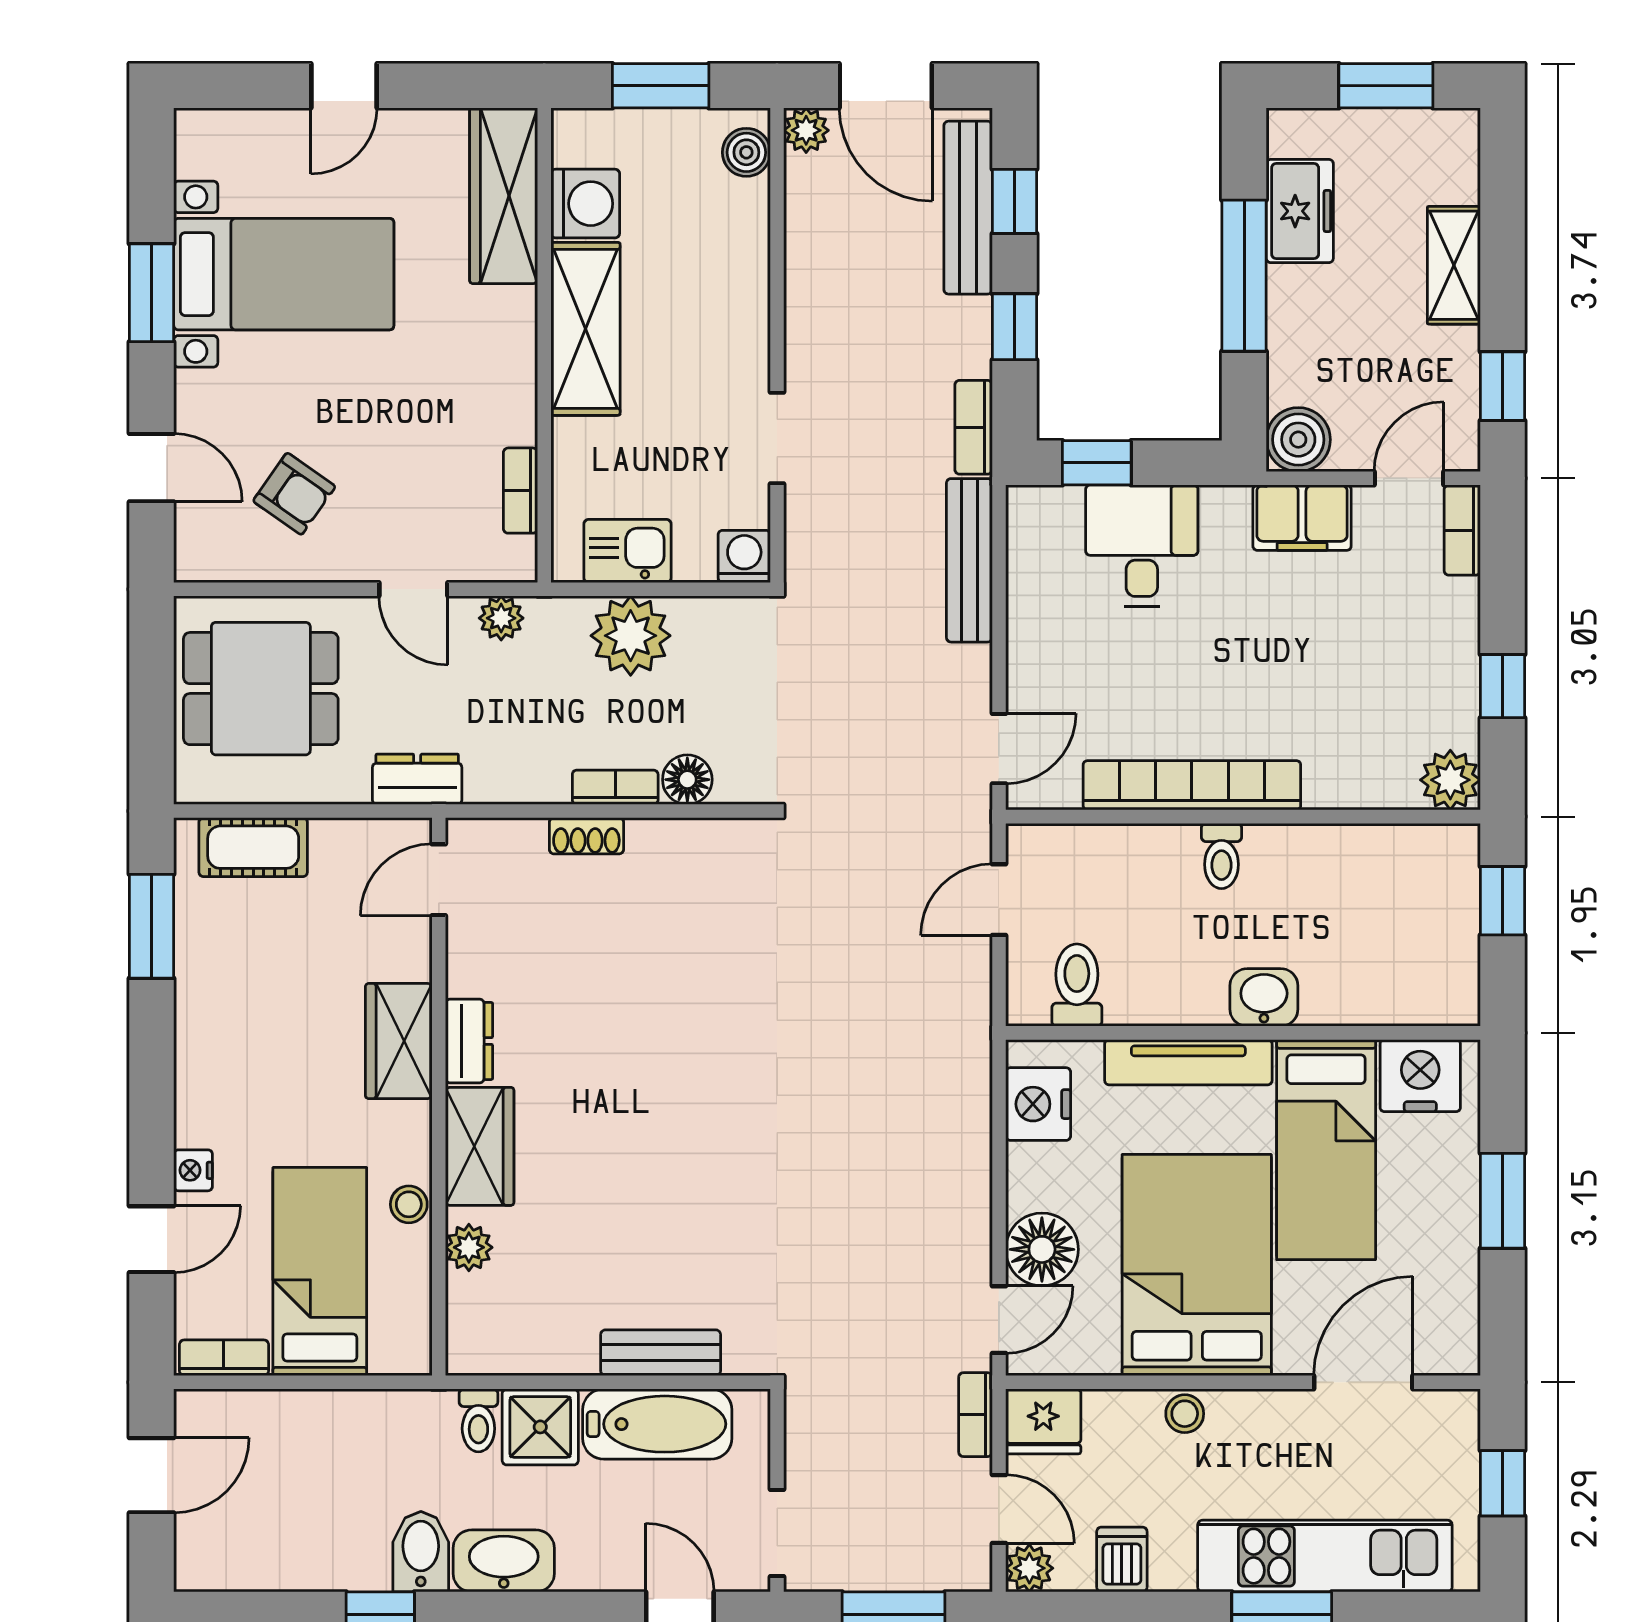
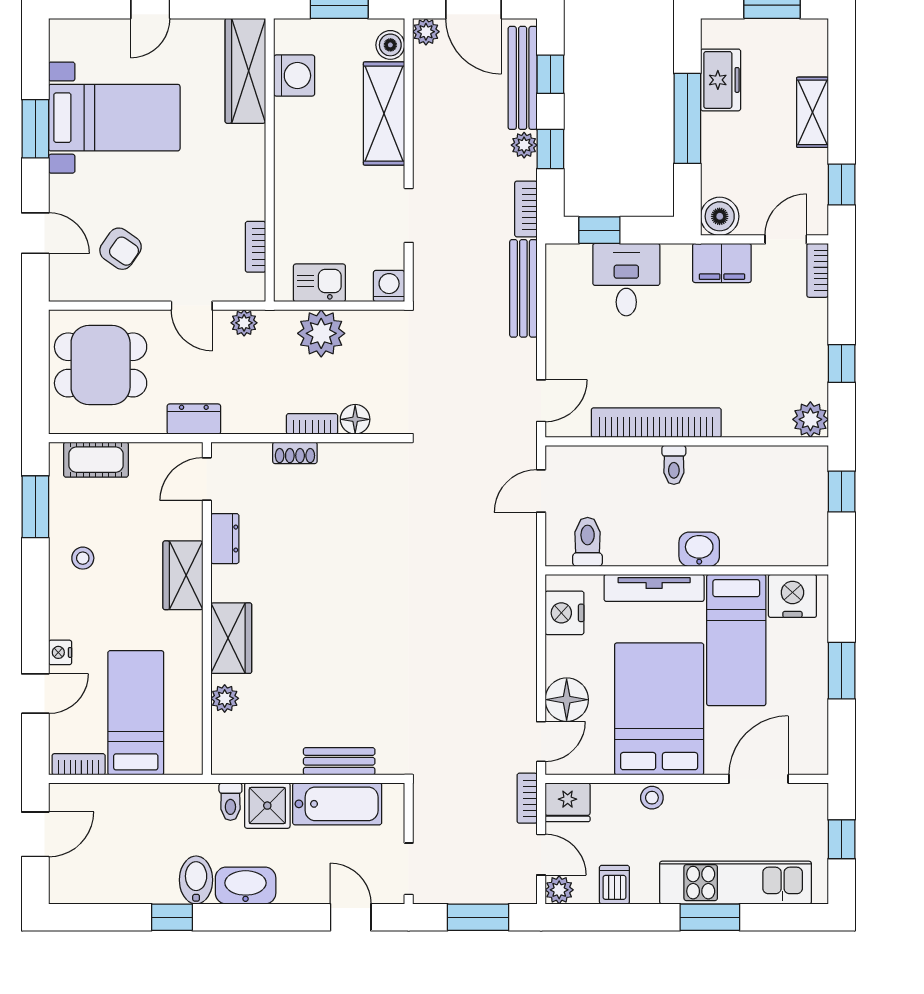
plant: (971, 320) -> (524, 145), added
shelving: (585, 329) -> (384, 114), moved
dresser: (469, 1041) -> (225, 539), moved
stool: (409, 1204) -> (83, 558), moved

